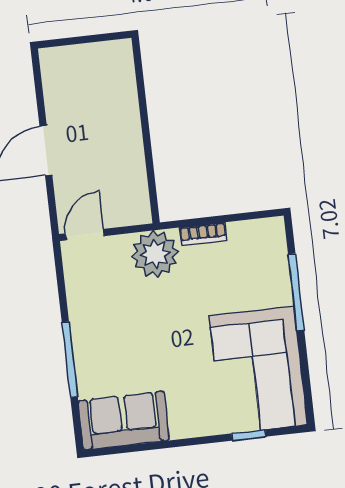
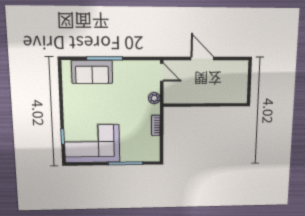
plant: (155, 254) -> (154, 98), width x0.53, depth x0.53
sofa: (124, 421) -> (92, 72), moved, turned 90

